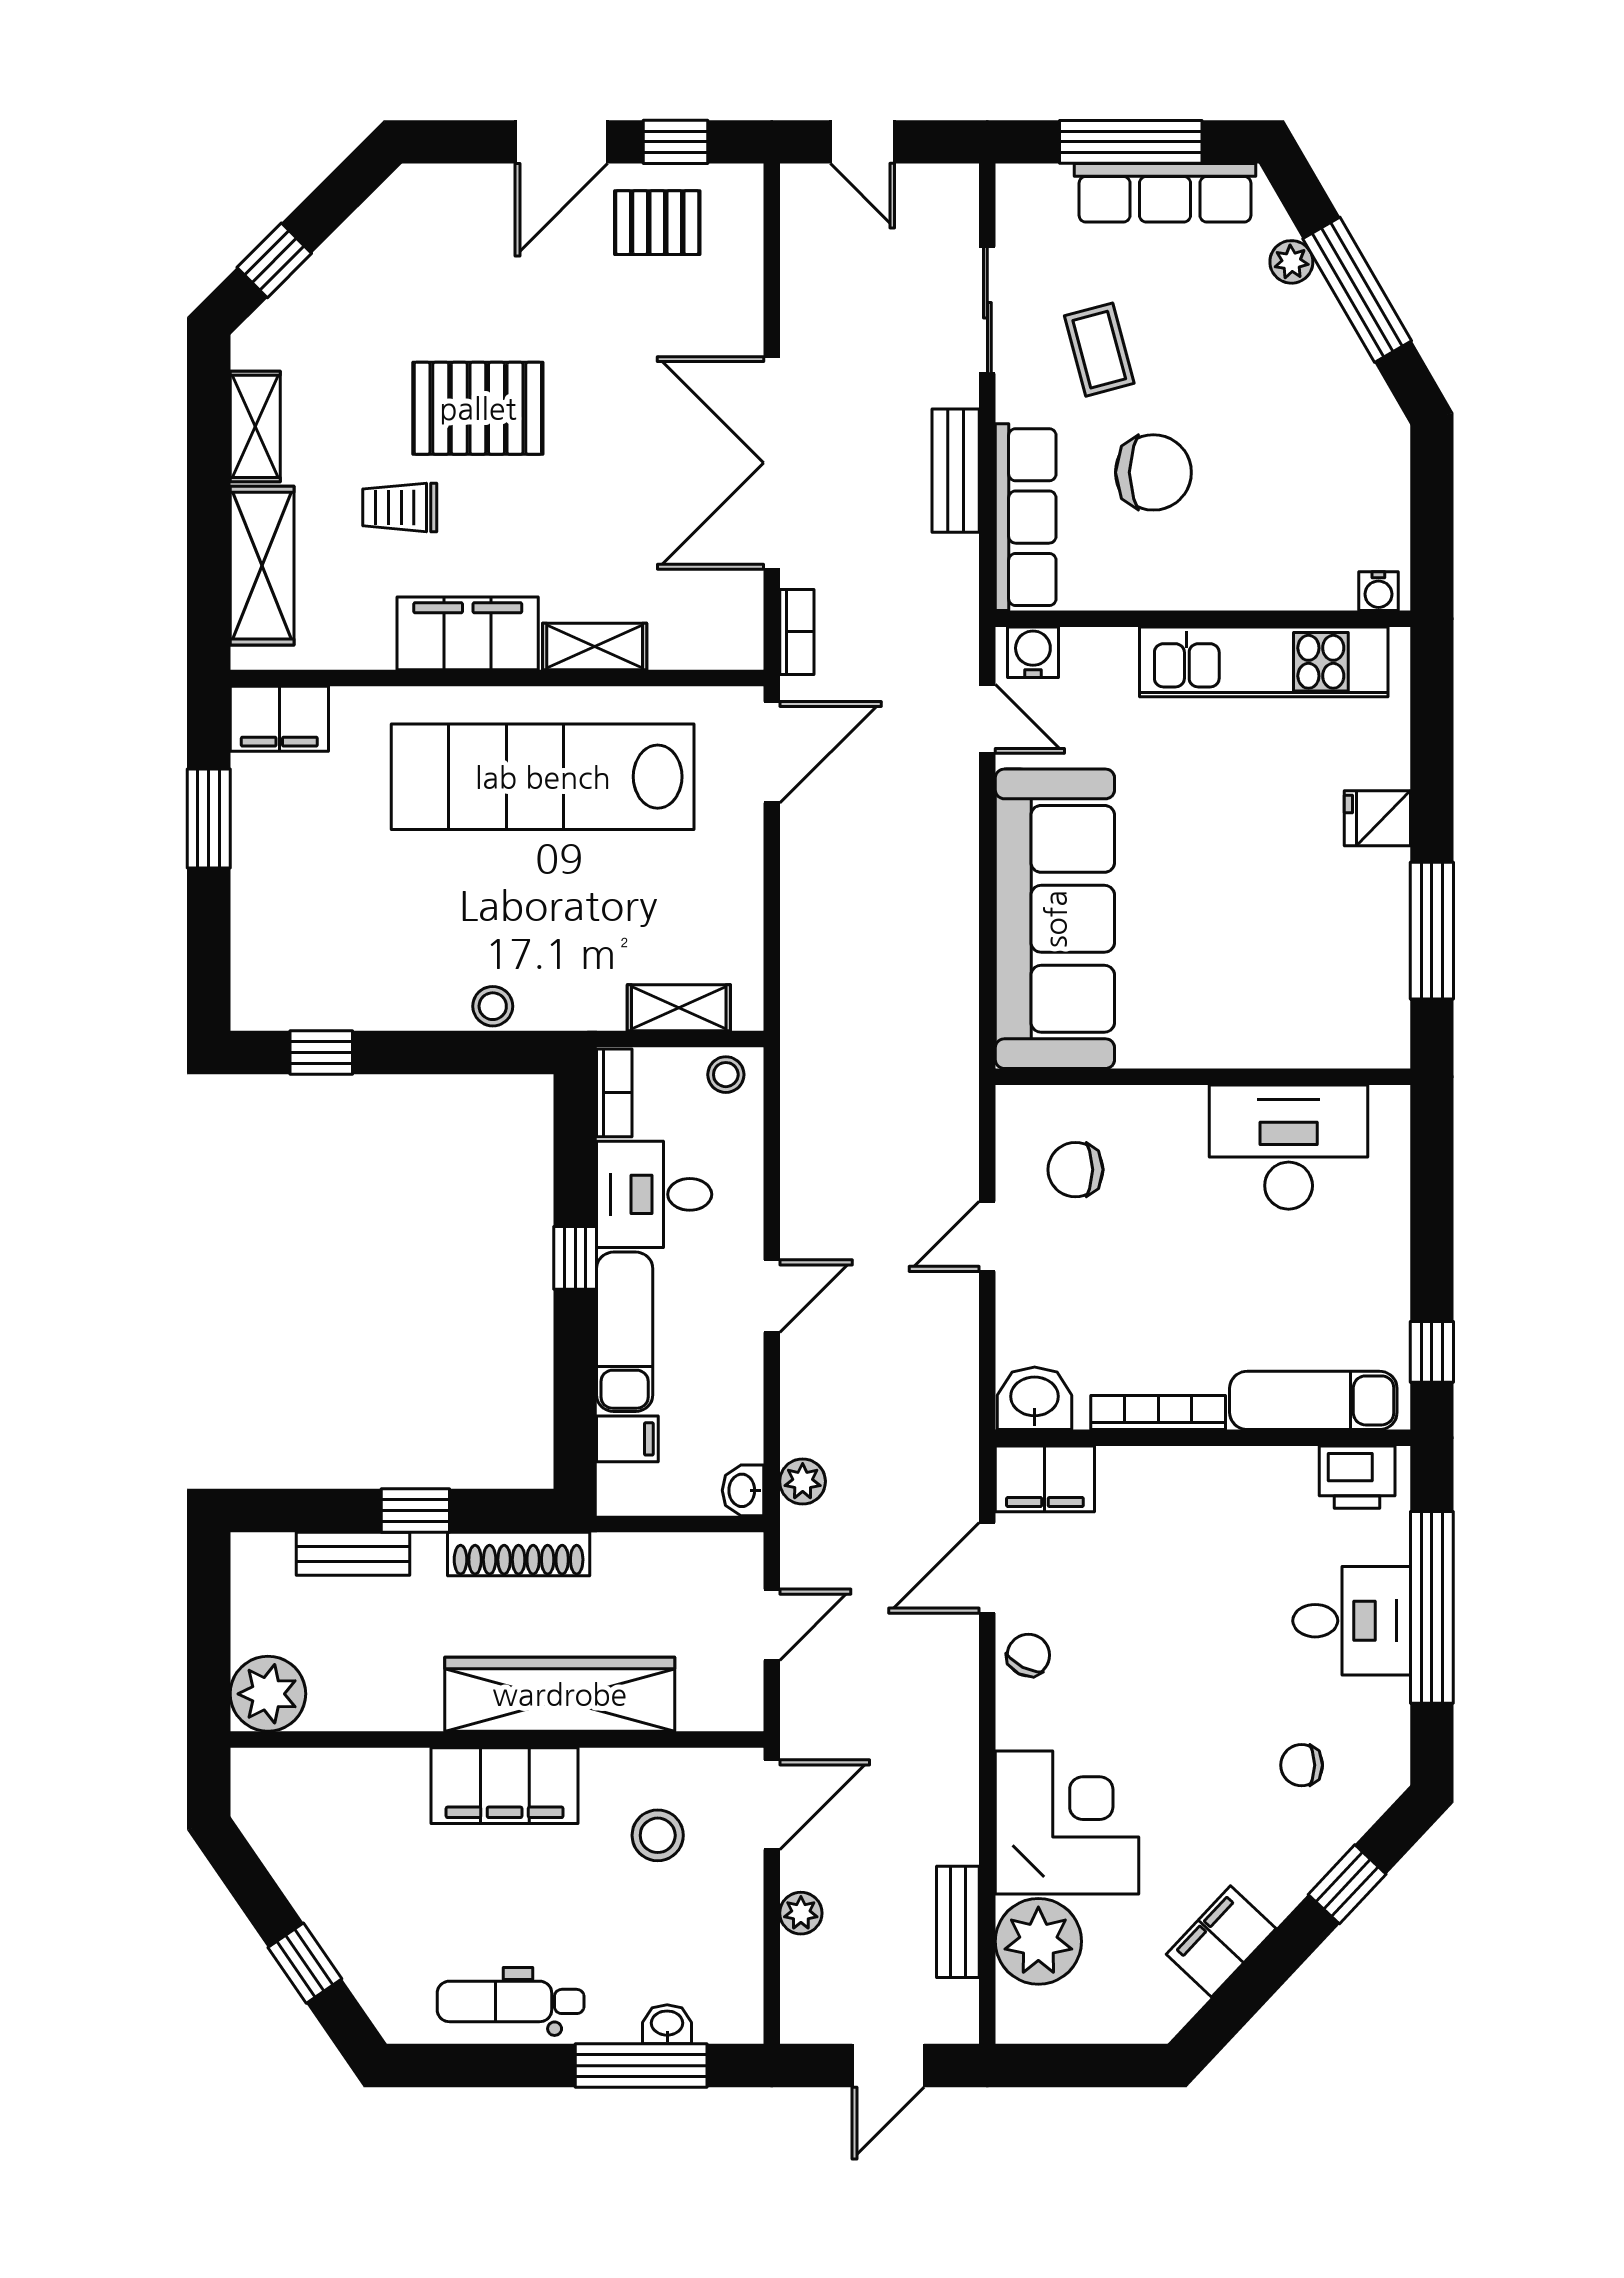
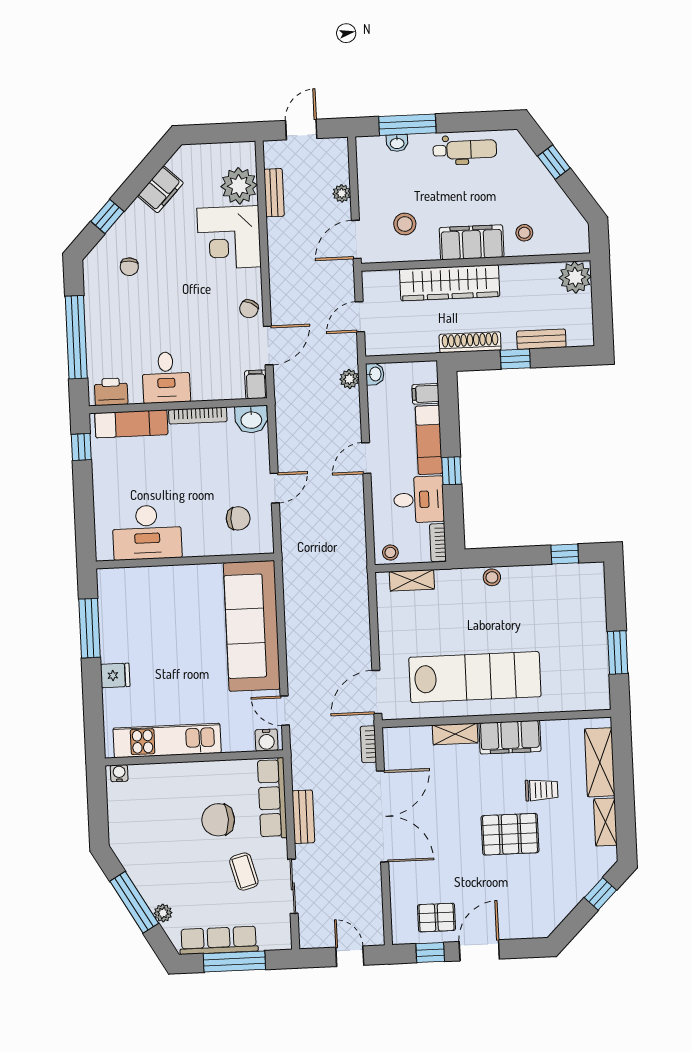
filing cabinet: (279, 719) -> (589, 697), removed
filing cabinet: (1045, 1479) -> (256, 384), width x0.50
desk: (1352, 1621) -> (166, 377), moved, turned -90
chair: (1302, 1765) -> (129, 267), turned 95
stool: (381, 1802) -> (524, 233), added

